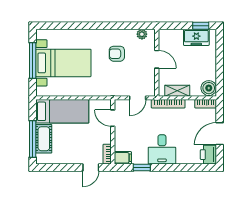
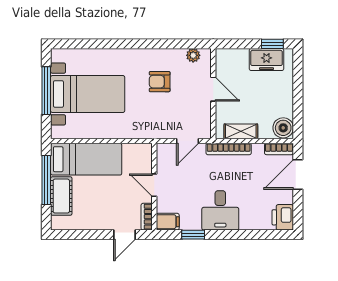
door: (113, 118) -> (154, 185), moved
door: (220, 134) -> (298, 174), moved
window: (33, 139) -> (46, 180), moved

